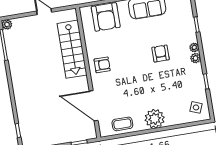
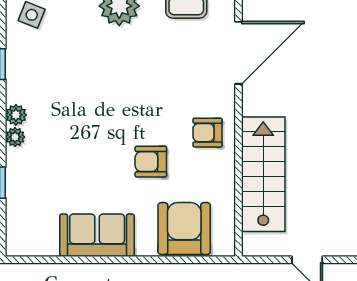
armchair: (161, 54) -> (151, 162), moved, turned 90
door: (94, 106) -> (238, 53), hinge flipped

